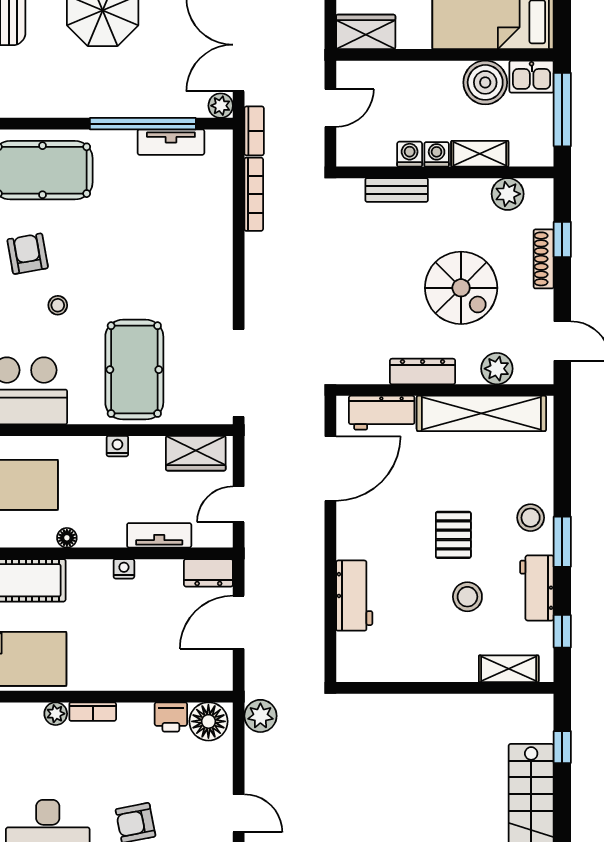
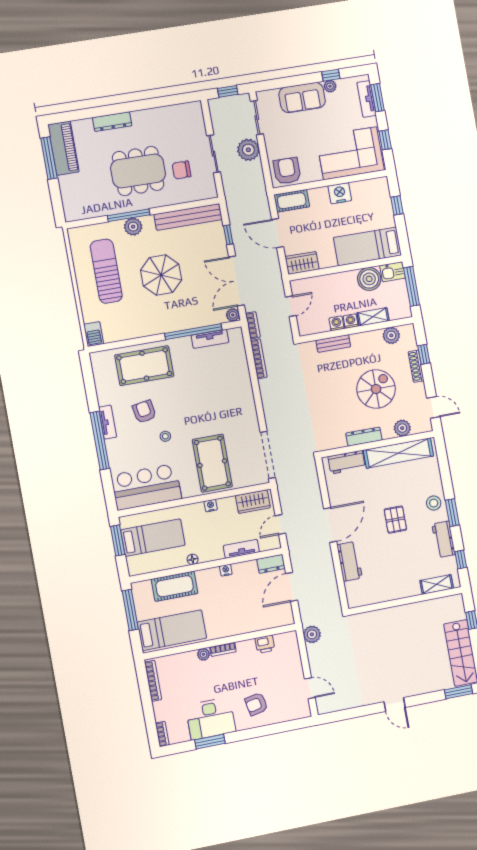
spiral stairs: (461, 288) -> (376, 389), turned -90
door: (330, 469) -> (330, 525), moved
stool: (467, 597) -> (409, 551), removed
floor lamp: (208, 721) -> (285, 643), removed

